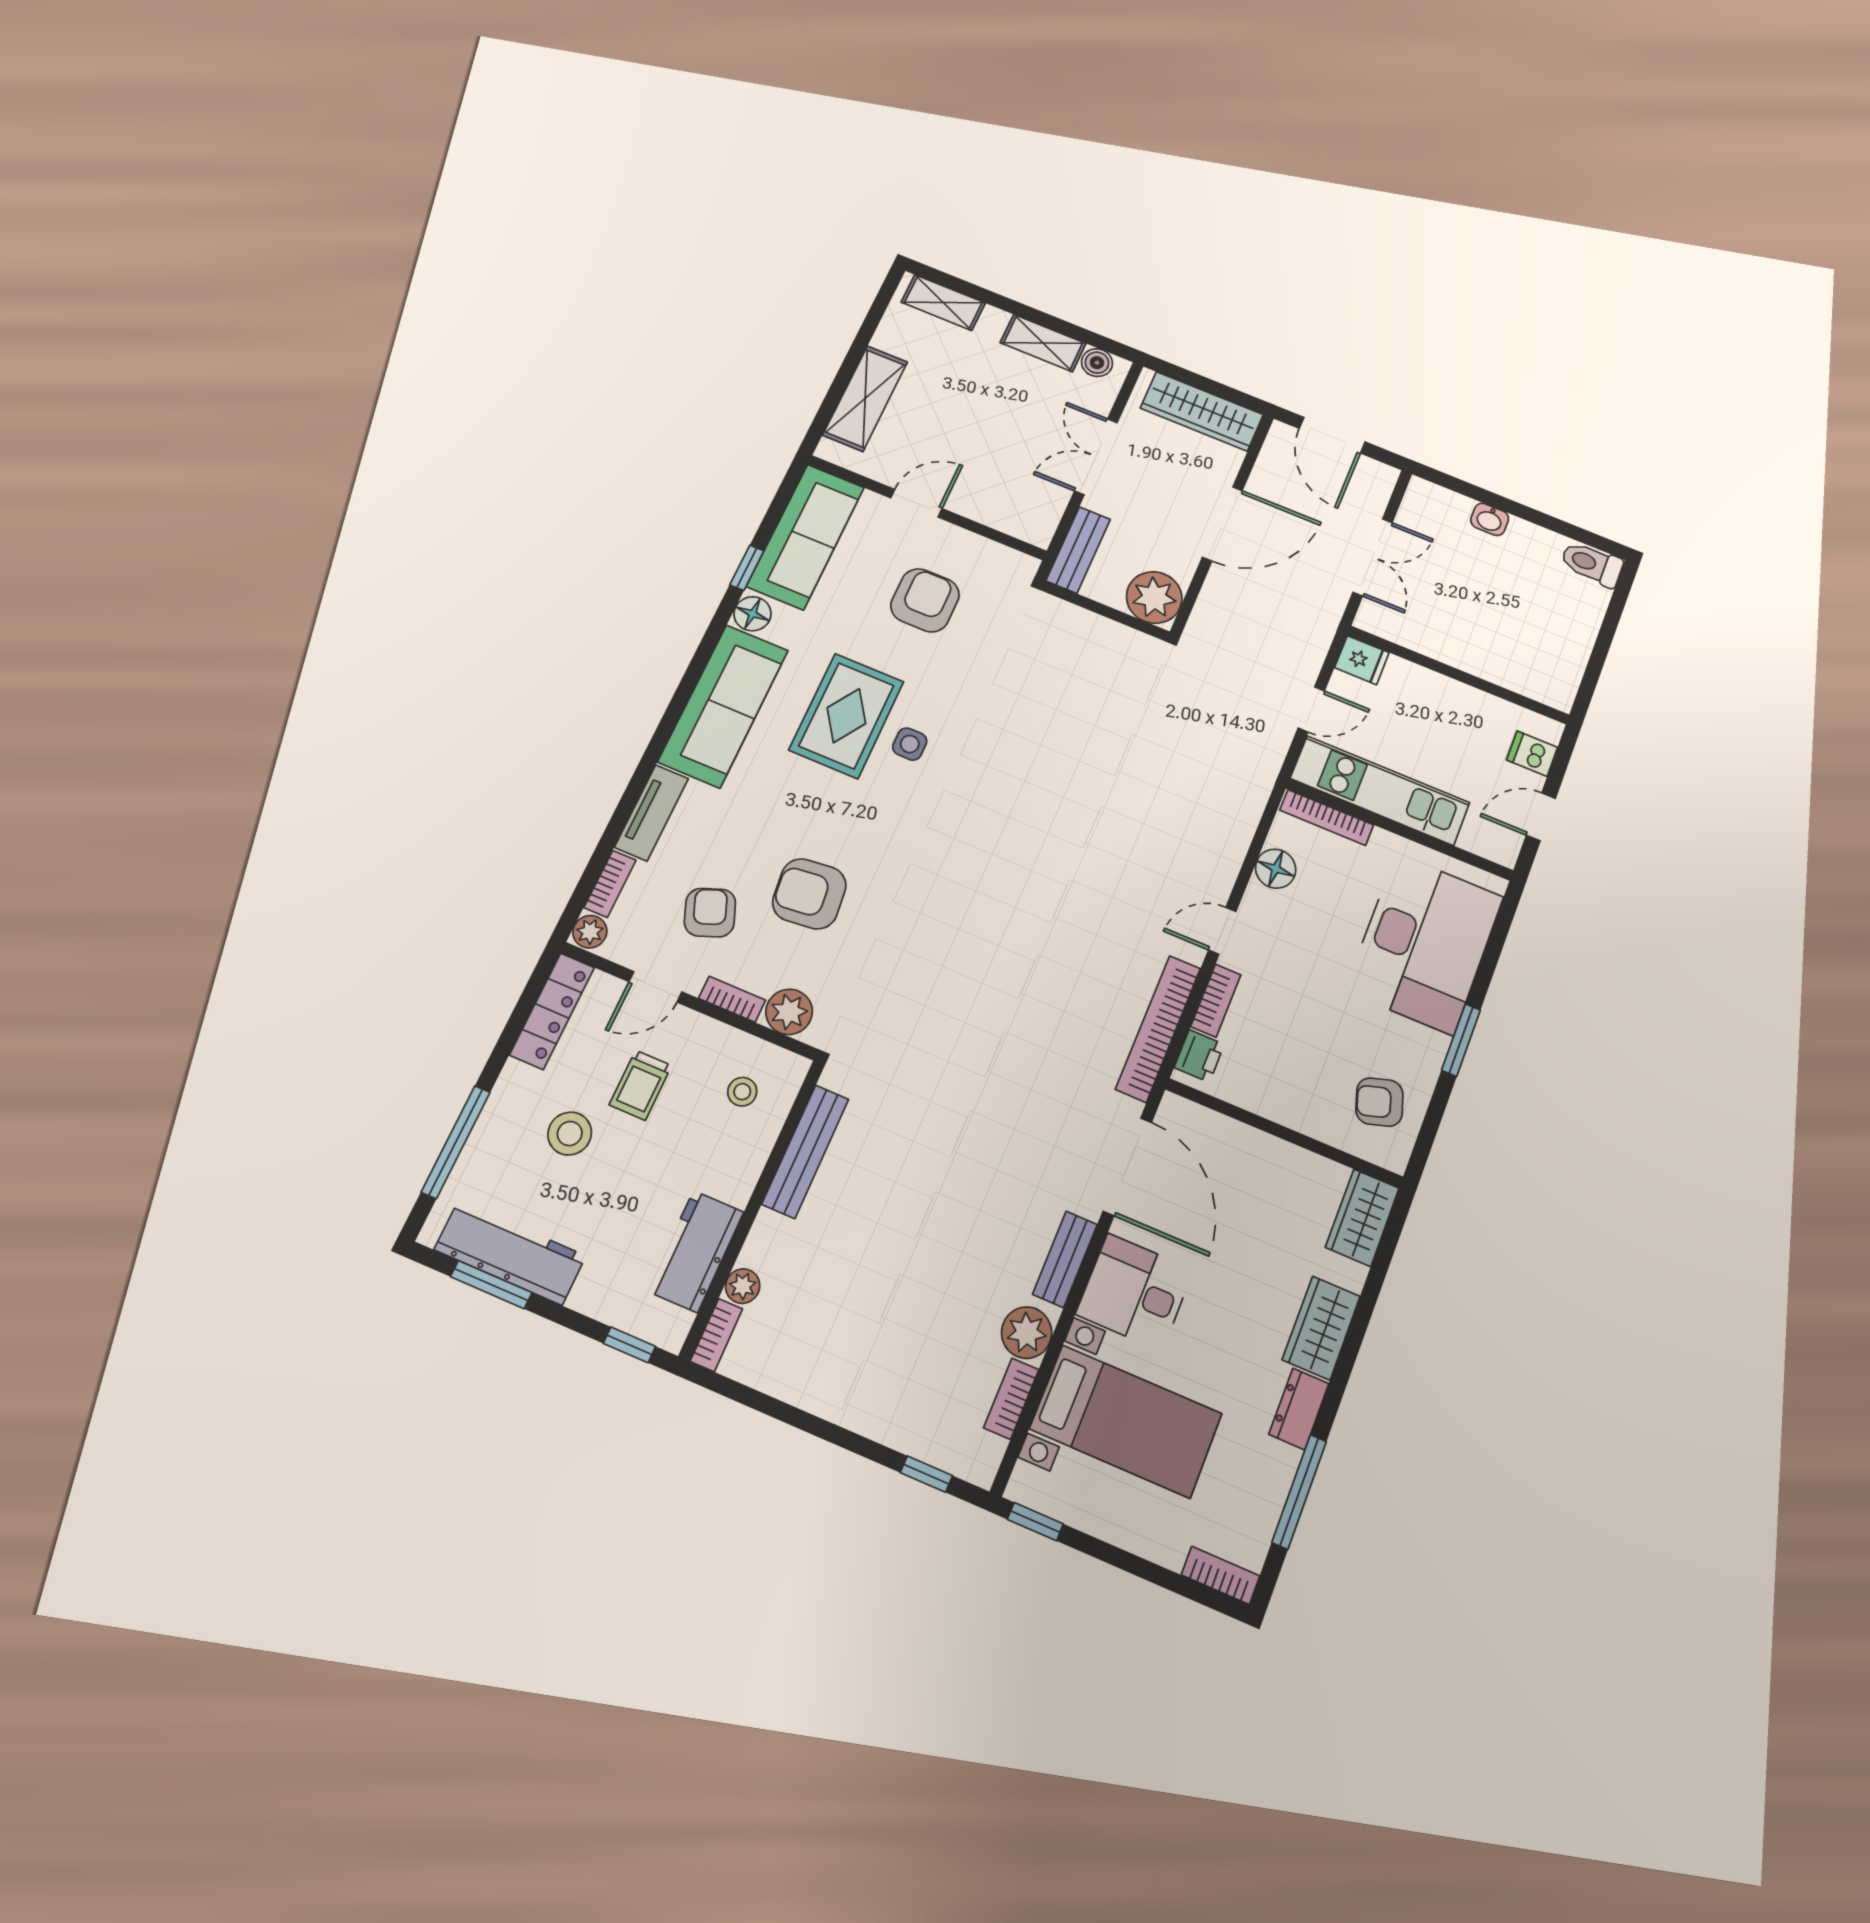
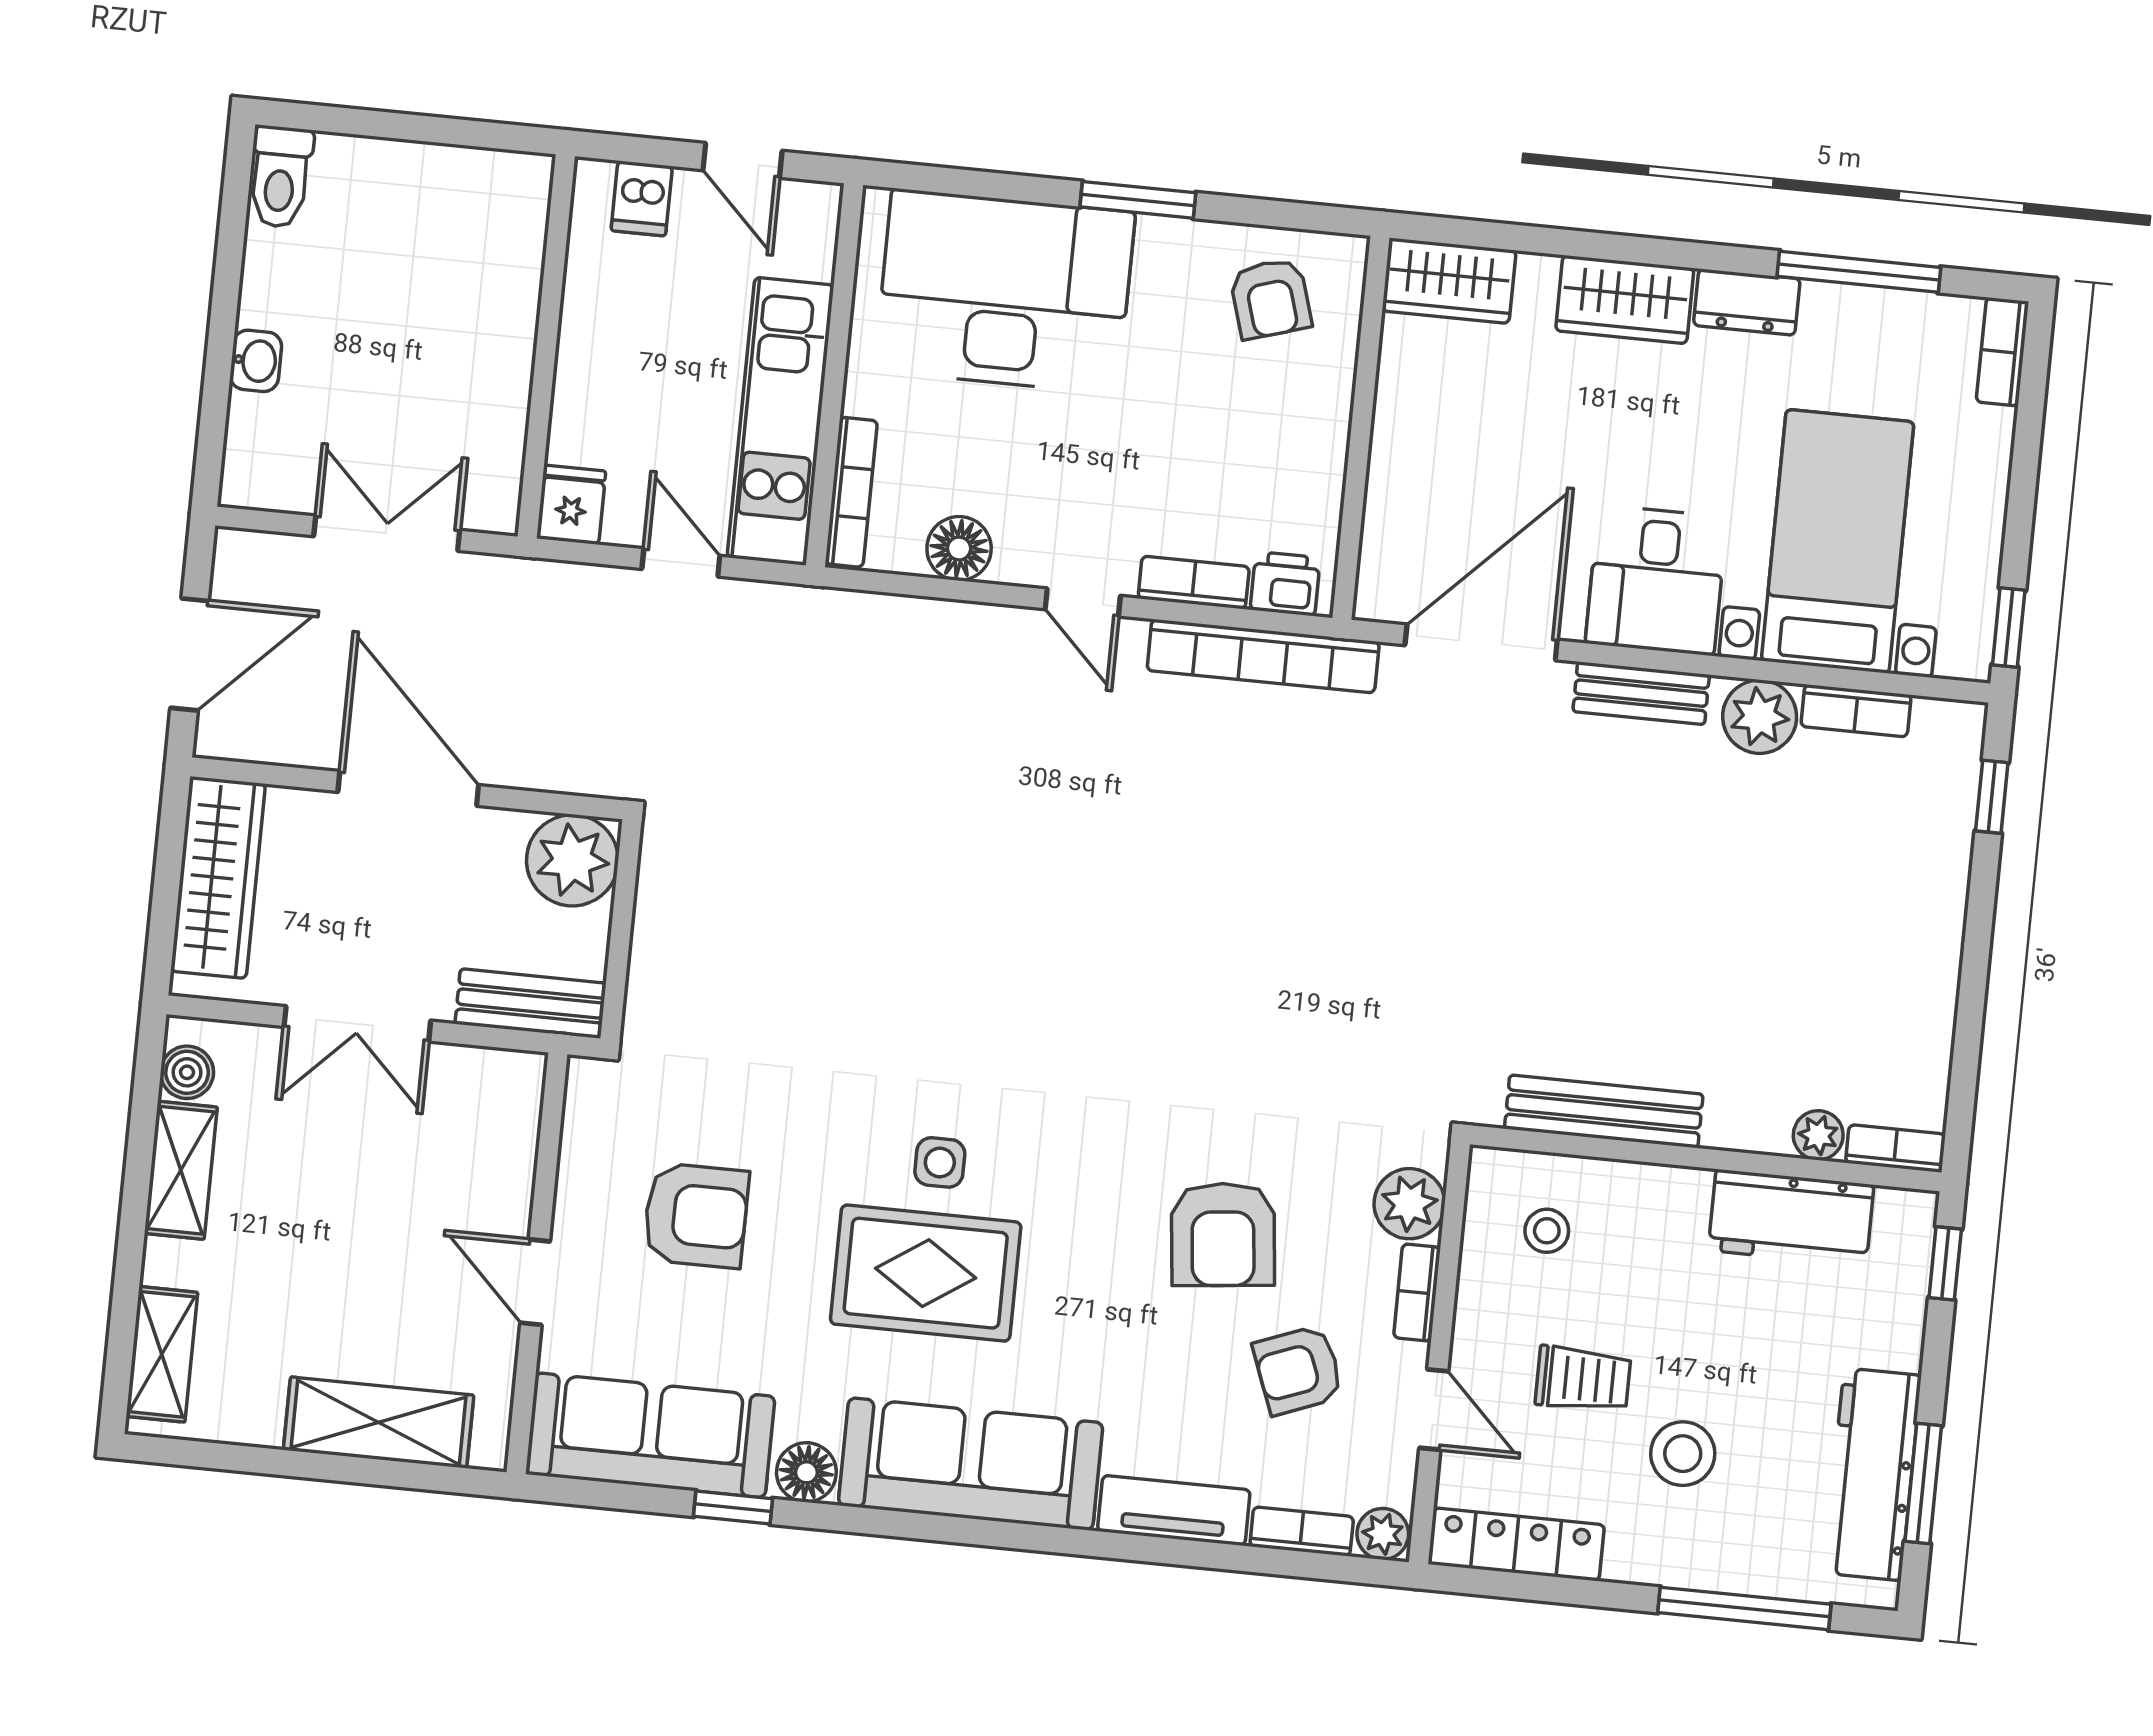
armchair: (925, 600) -> (696, 1215), turned 180

